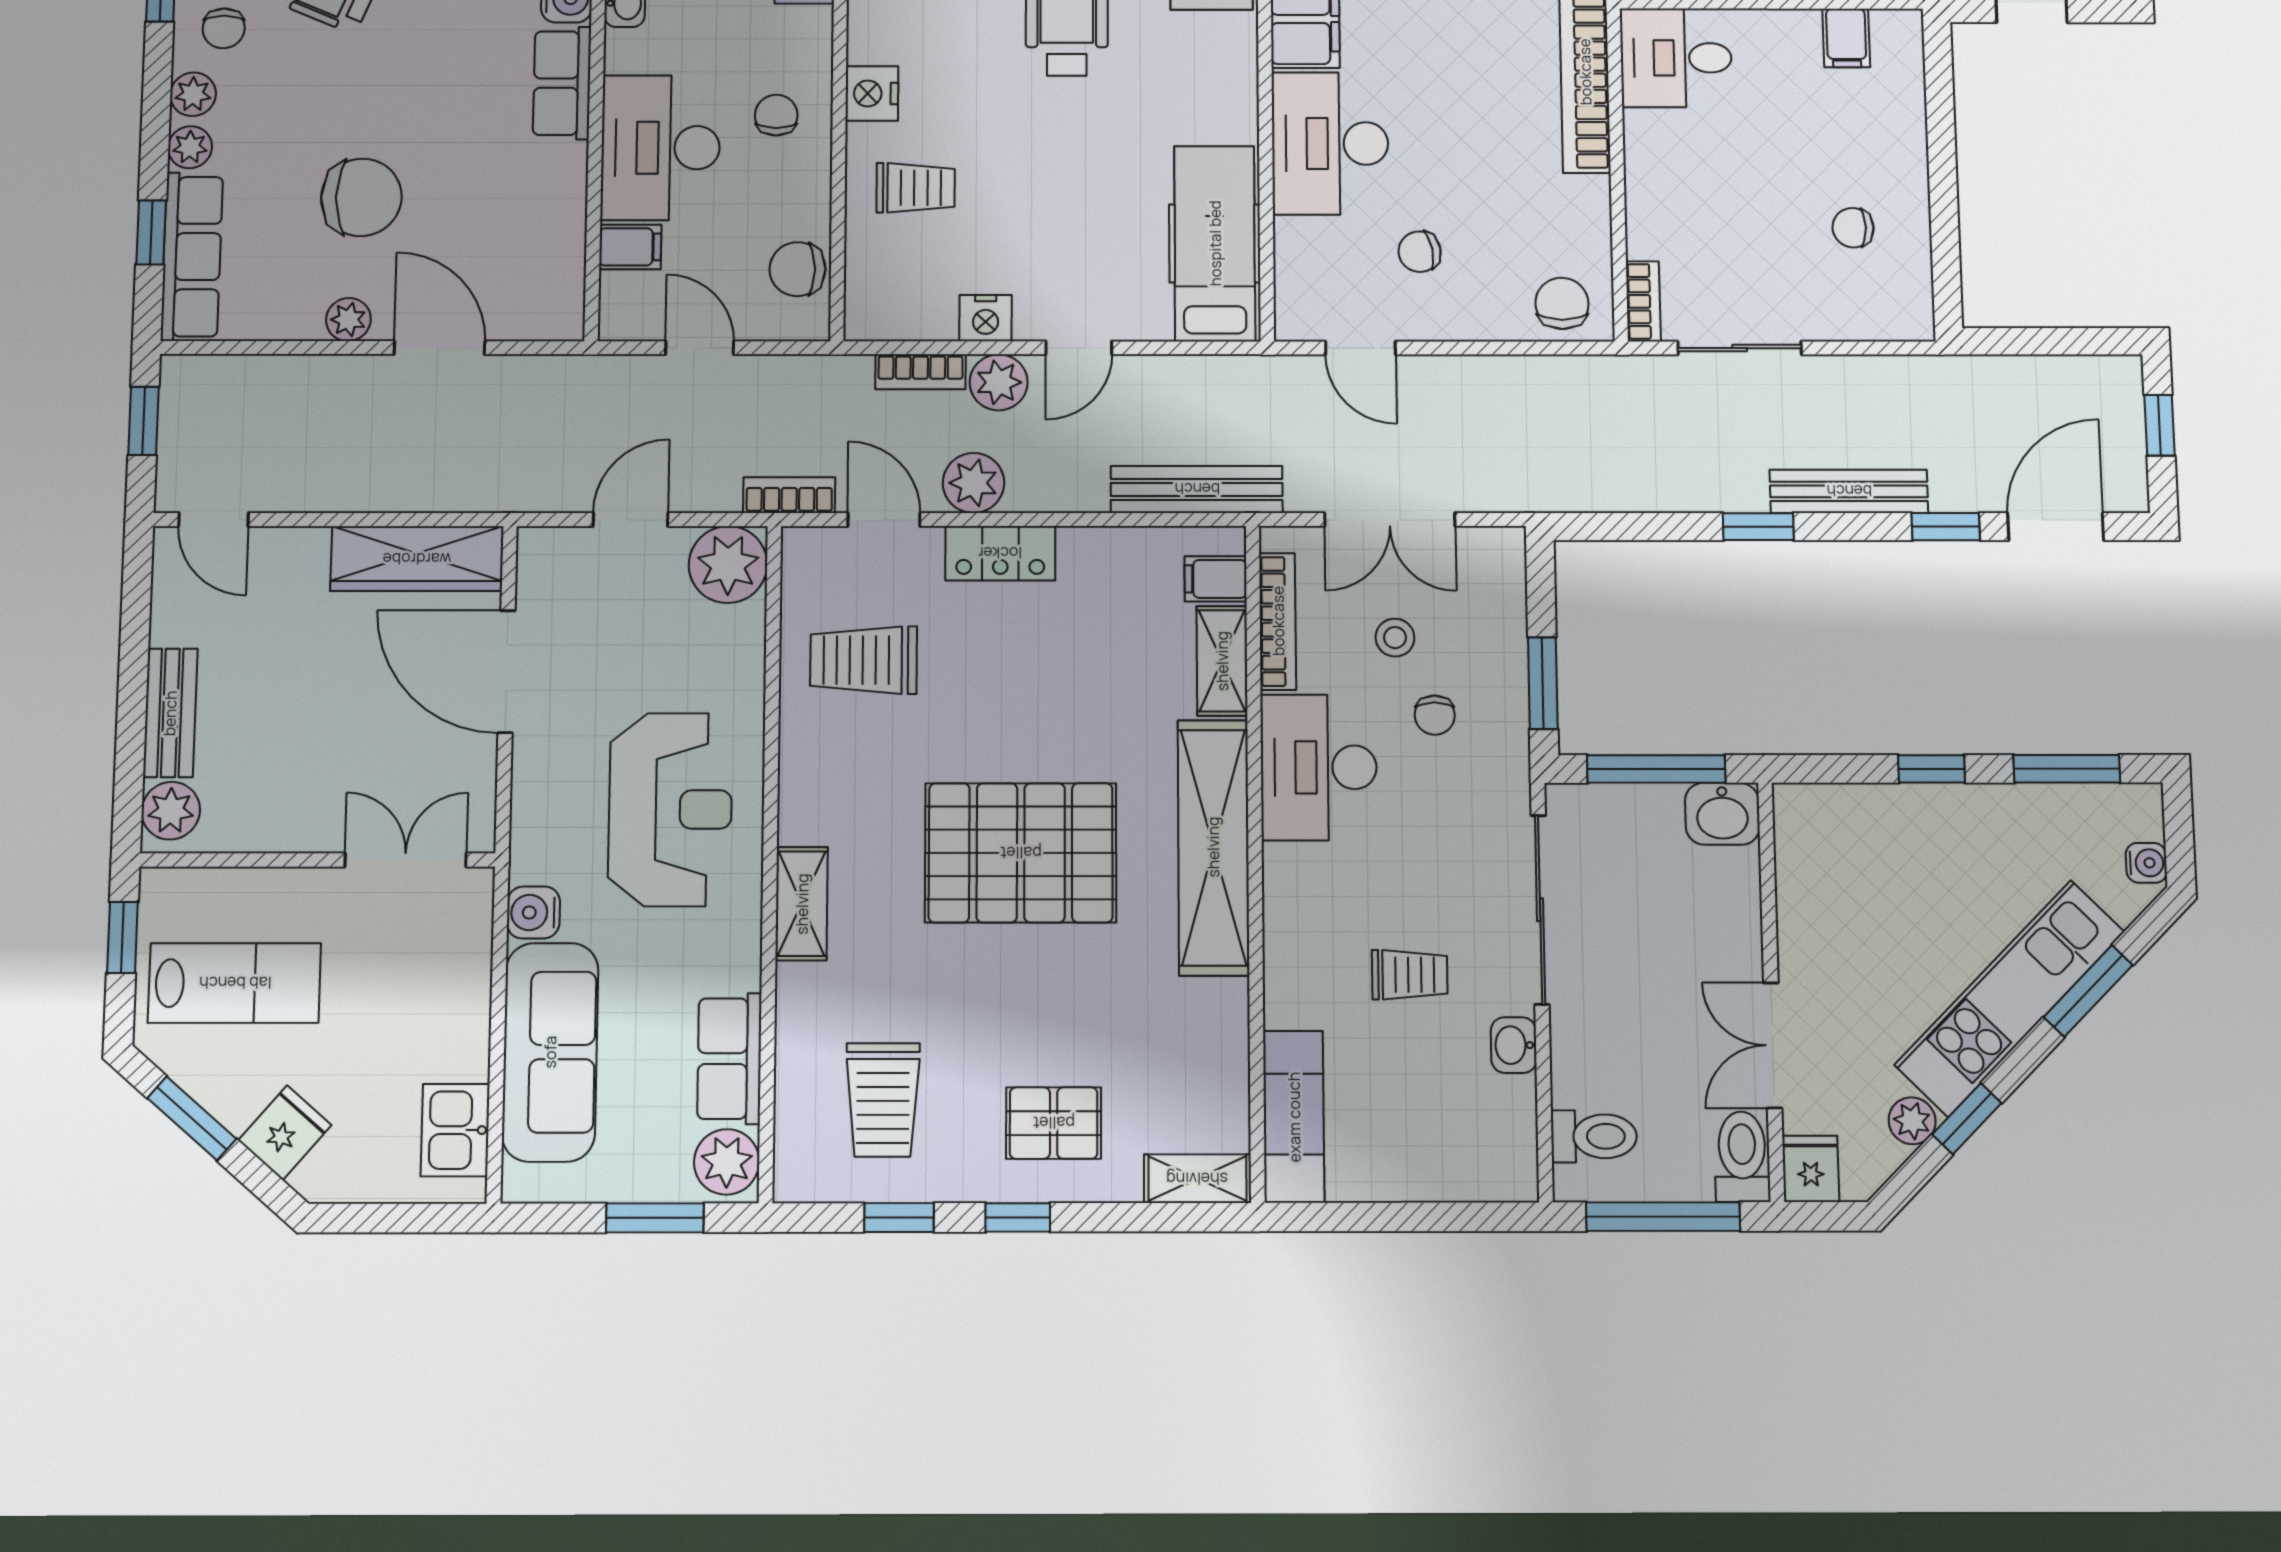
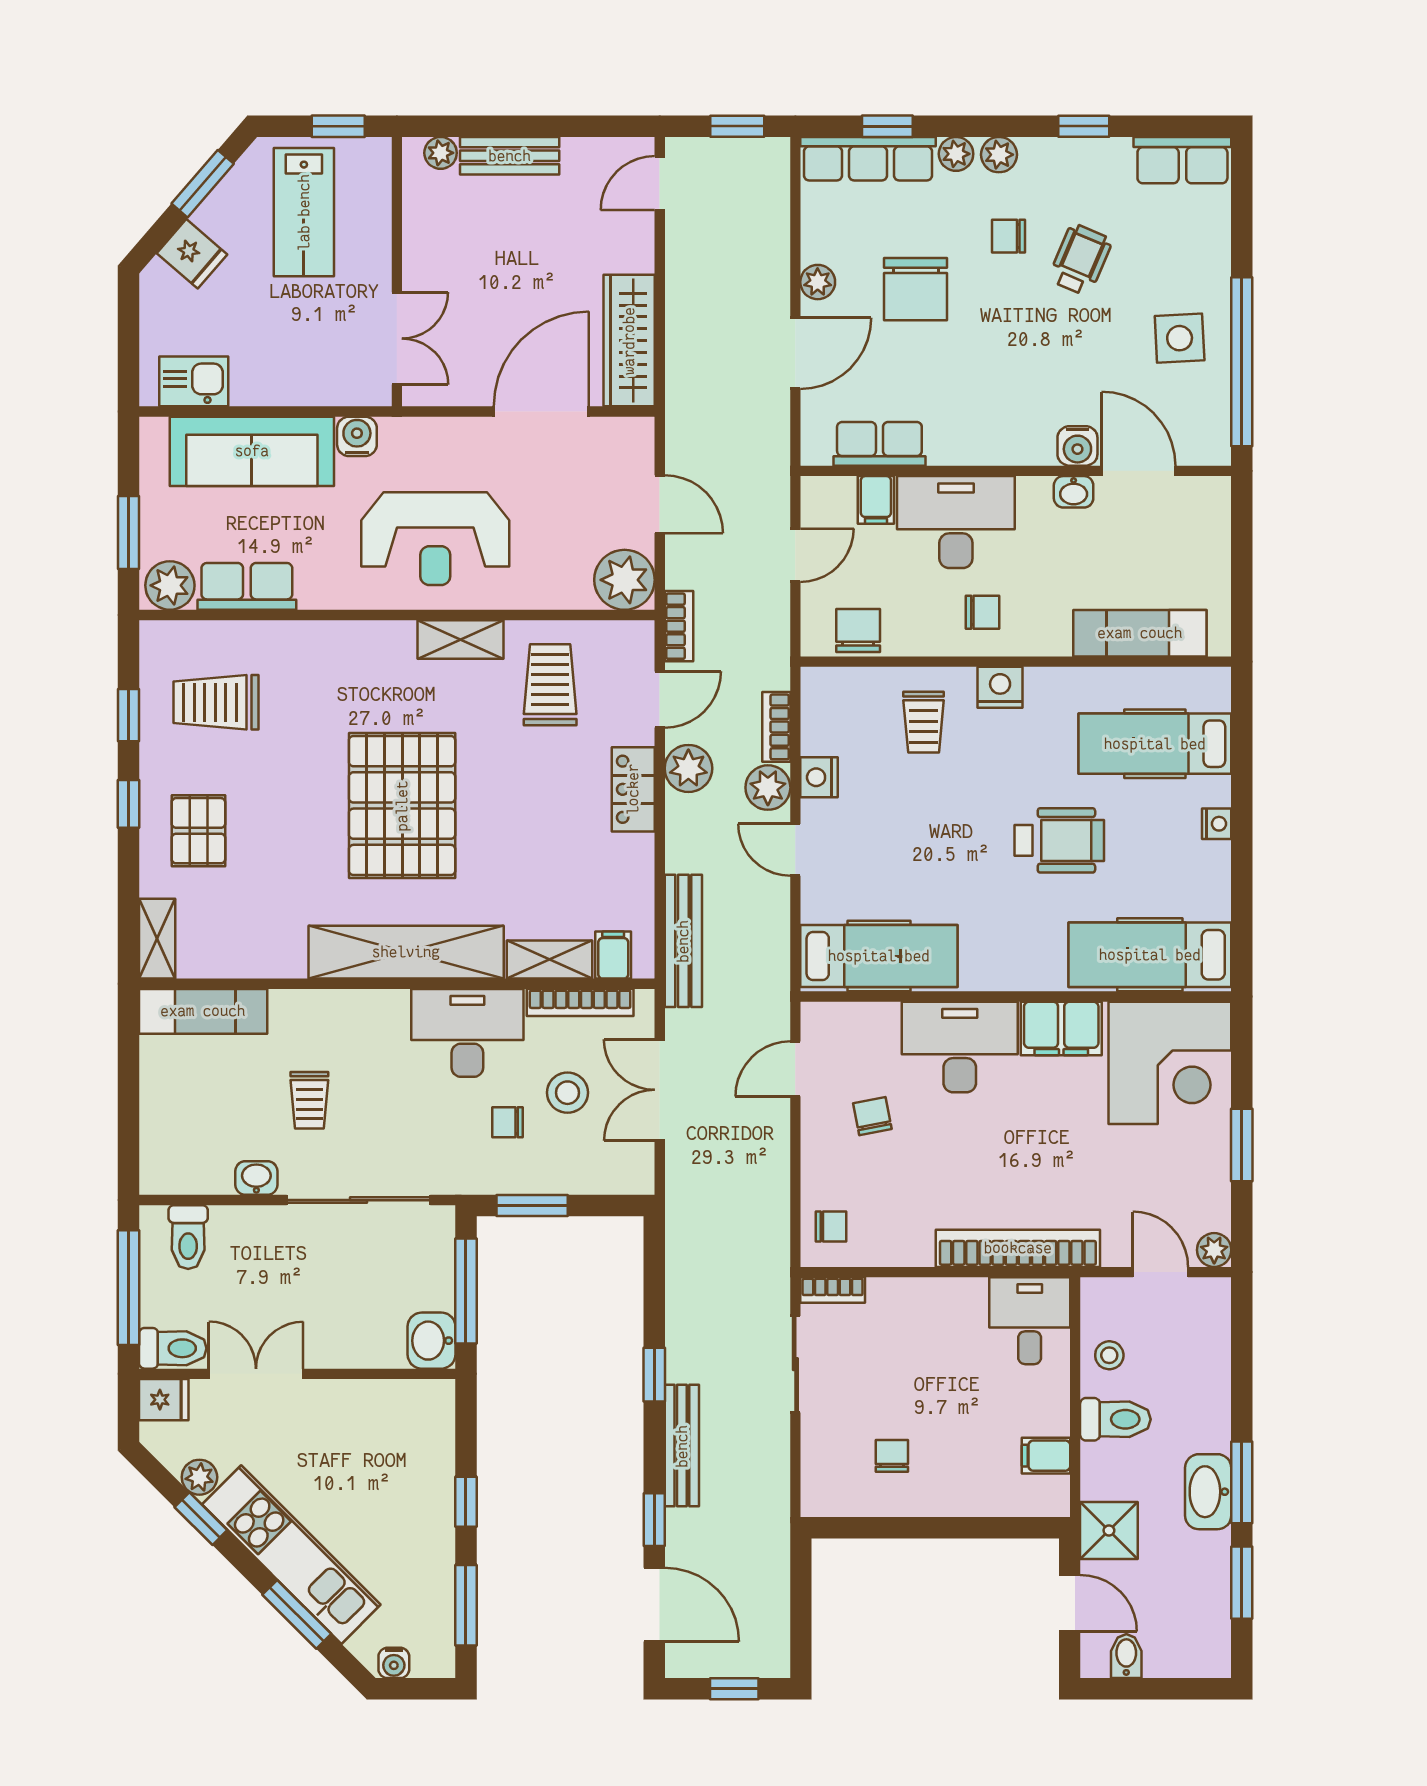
chair: (224, 28) -> (1008, 236), moved
row of seats: (562, 83) -> (879, 444), moved
chair: (1562, 303) -> (831, 1227), width x0.73, depth x0.73
stool: (1395, 638) -> (568, 1093), width x1.37, depth x1.37
plant: (171, 811) -> (441, 153), width x0.73, depth x0.73
shelving: (802, 904) -> (461, 639), moved

